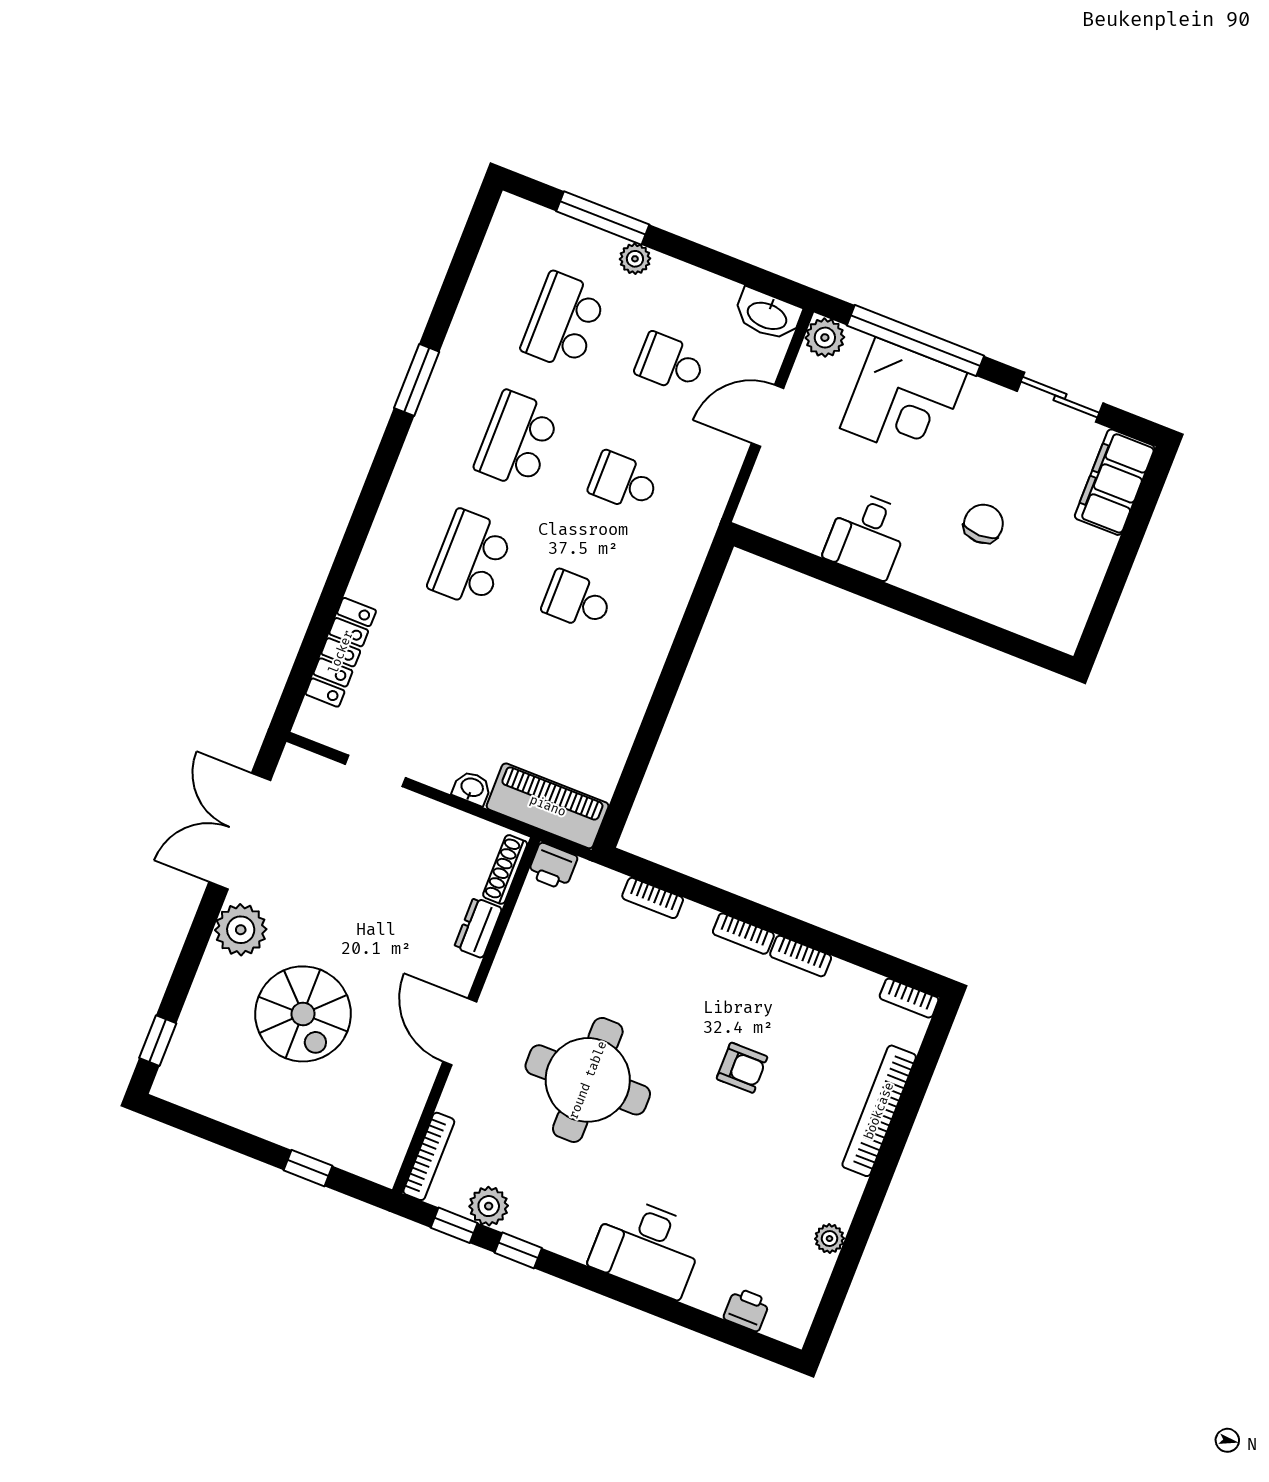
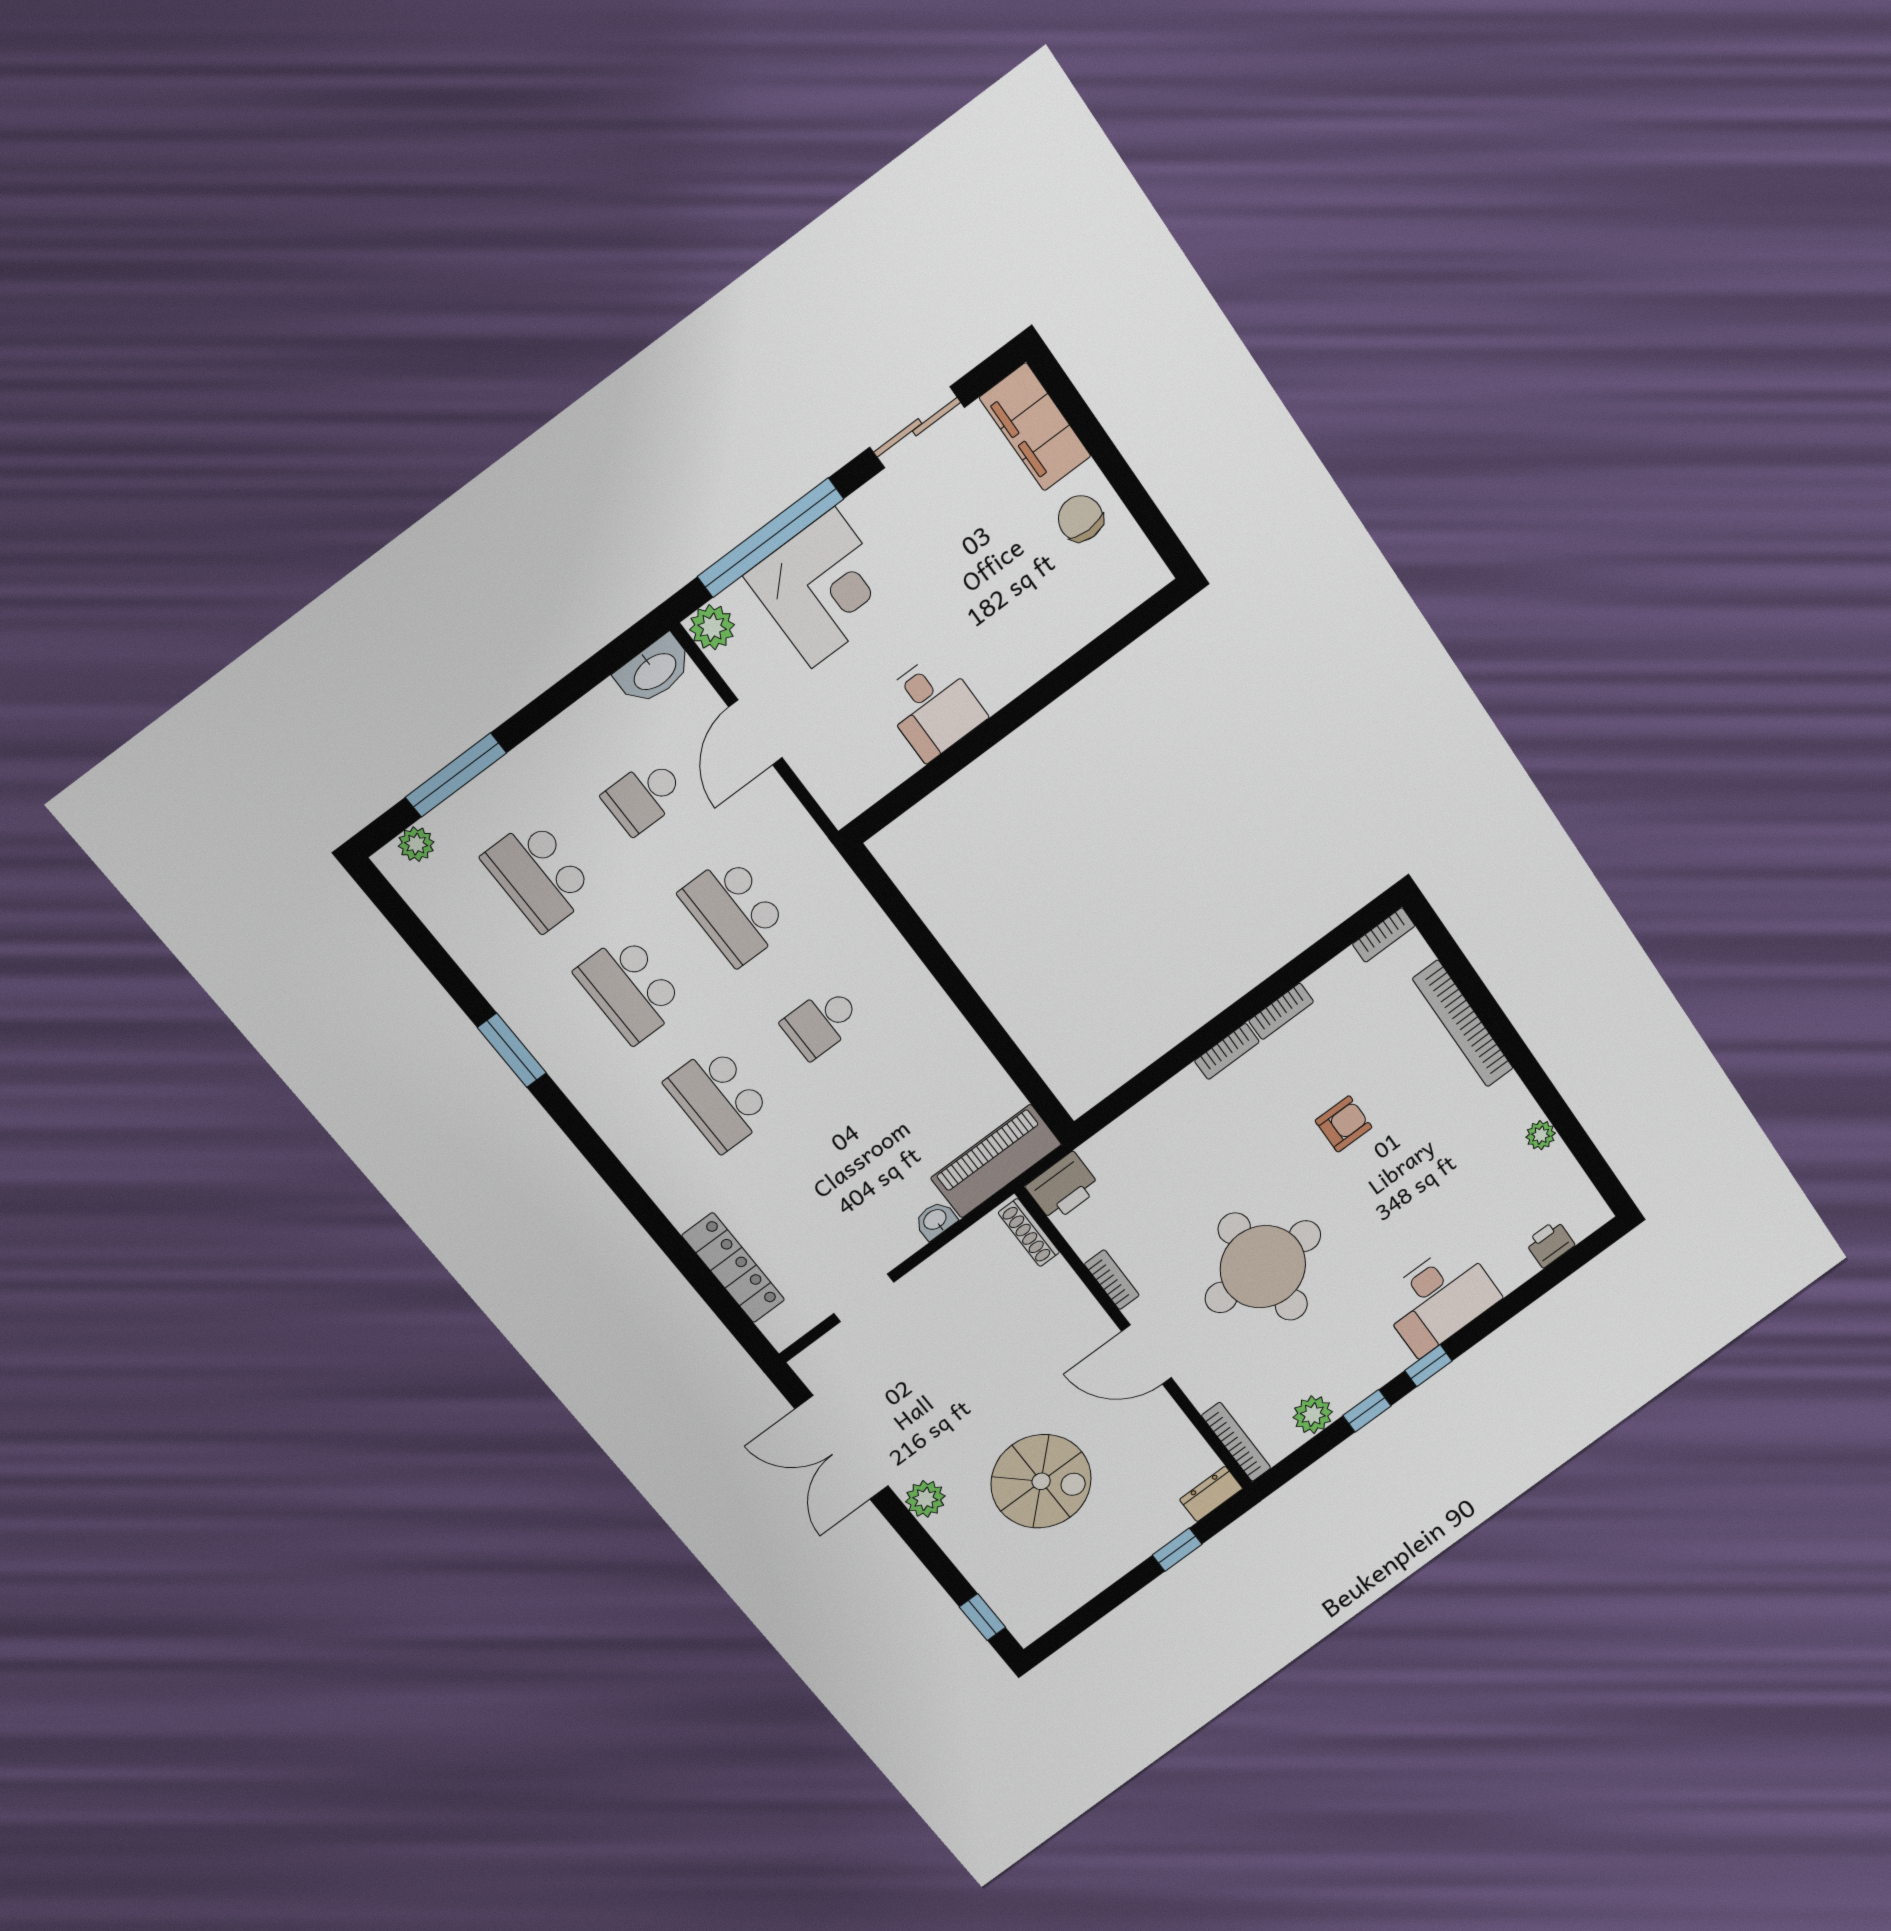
plant: (635, 259) -> (416, 844), moved
school desk: (624, 482) -> (734, 911), width x1.85
chair: (983, 524) -> (1081, 518), moved
printer: (553, 866) -> (1063, 1187), width x1.36, depth x1.24
bookcase: (653, 898) -> (1112, 1280), moved, turned -90
dresser: (478, 928) -> (1211, 1494), moved, turned 90
plant: (241, 930) -> (925, 1499), width x0.73, depth x0.73
window: (454, 1225) -> (1428, 1366), moved

